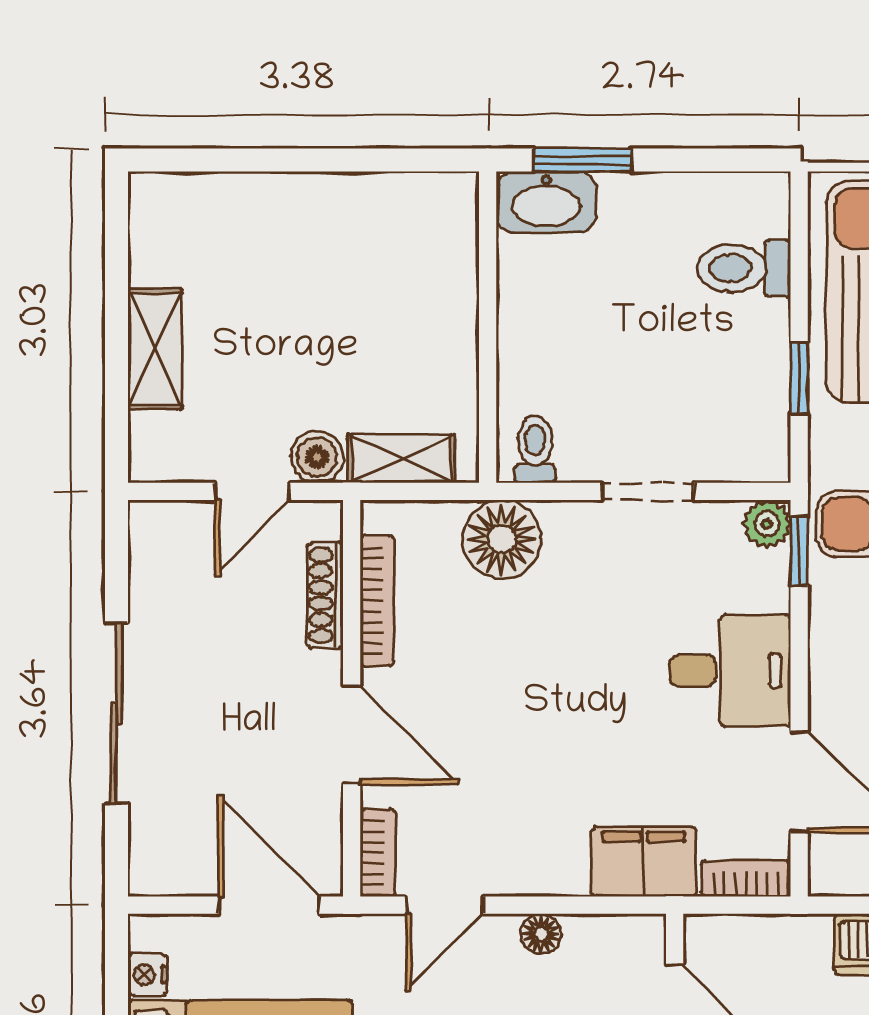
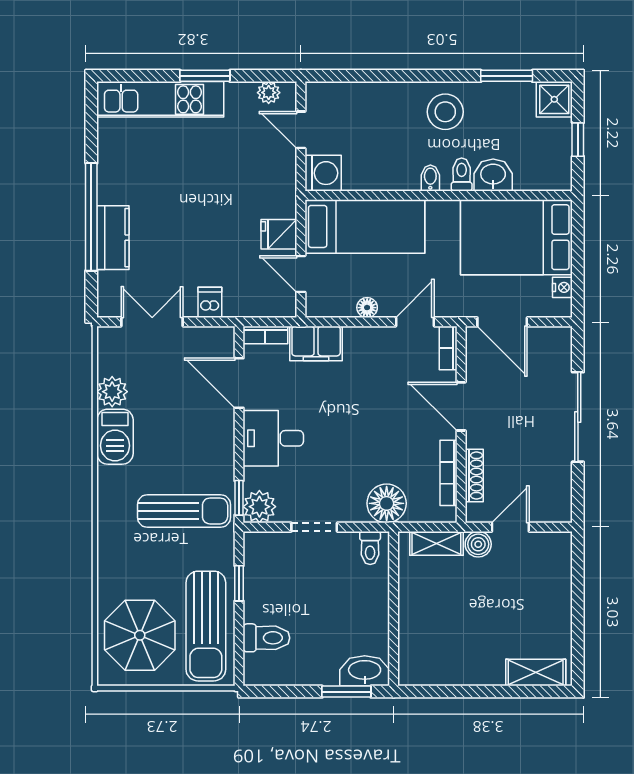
shelving: (155, 349) -> (536, 673), moved, turned 90
plant: (767, 524) -> (259, 507), width x1.38, depth x1.38

